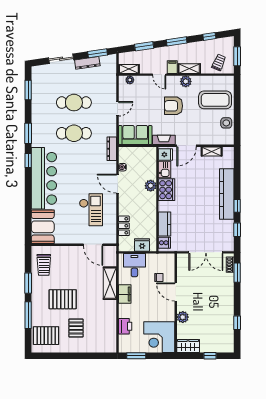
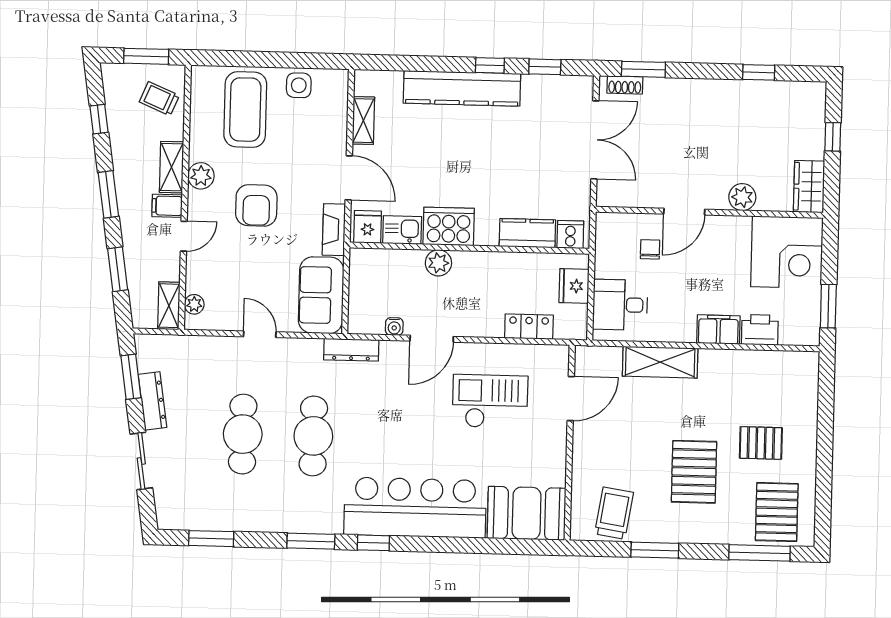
trolley: (44, 265) -> (614, 513), turned -81
filing cabinet: (125, 294) -> (718, 330), moved
window: (28, 315) -> (760, 553), moved

